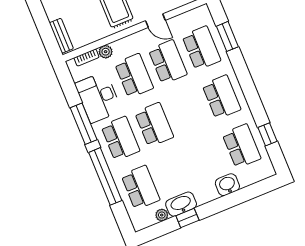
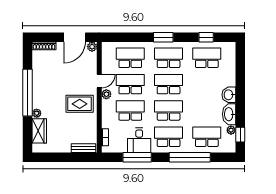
window: (227, 36) -> (163, 37), moved
plant: (106, 52) -> (106, 94), moved
desk: (98, 97) -> (139, 140), width x0.73
school desk: (188, 111) -> (169, 84), added
window: (84, 124) -> (137, 157), moved
washbasin: (227, 185) -> (229, 95), moved
window: (187, 218) -> (240, 135), moved

